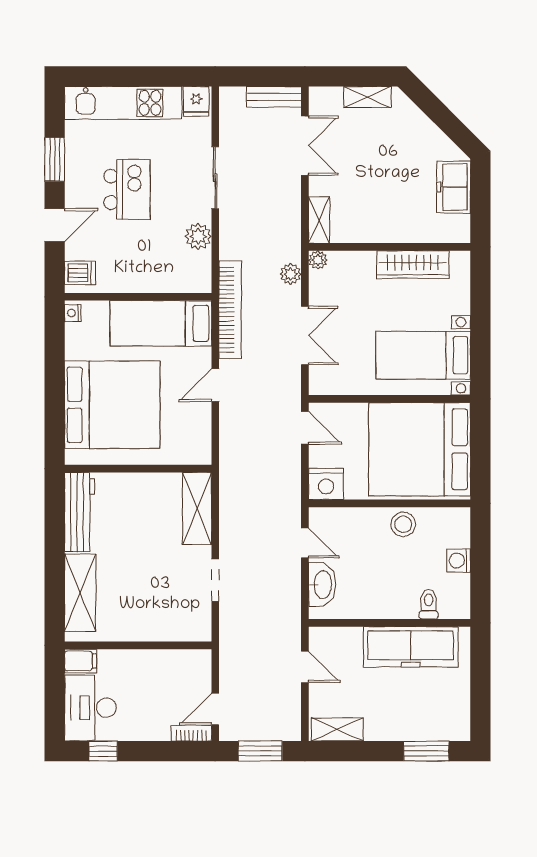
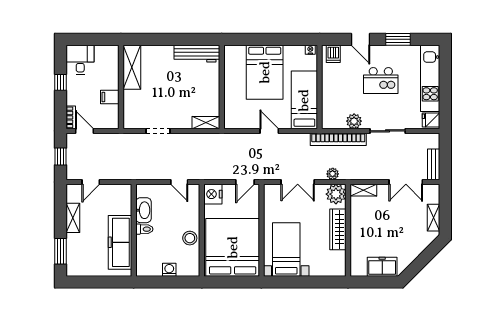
plant: (318, 260) -> (336, 194), width x1.87, depth x1.87
wardrobe: (413, 265) -> (338, 229), moved
bookcase: (230, 310) -> (338, 139), moved
bed: (112, 405) -> (265, 72), width x0.73
shelving: (197, 508) -> (206, 123), width x0.67, depth x0.75
door: (305, 543) -> (179, 182), hinge flipped
washbasin: (322, 585) -> (143, 210), moved, turned -90
shelving: (80, 593) -> (132, 67), moved, turned 90
toilet: (429, 604) -> (144, 229), moved
filing cabinet: (81, 661) -> (110, 97), moved, turned 90
door: (305, 667) -> (91, 182), moved
desk: (90, 708) -> (80, 60), width x0.73
shelving: (337, 729) -> (73, 218), moved
window: (103, 751) -> (61, 82), moved
window: (260, 751) -> (61, 157), width x0.67

